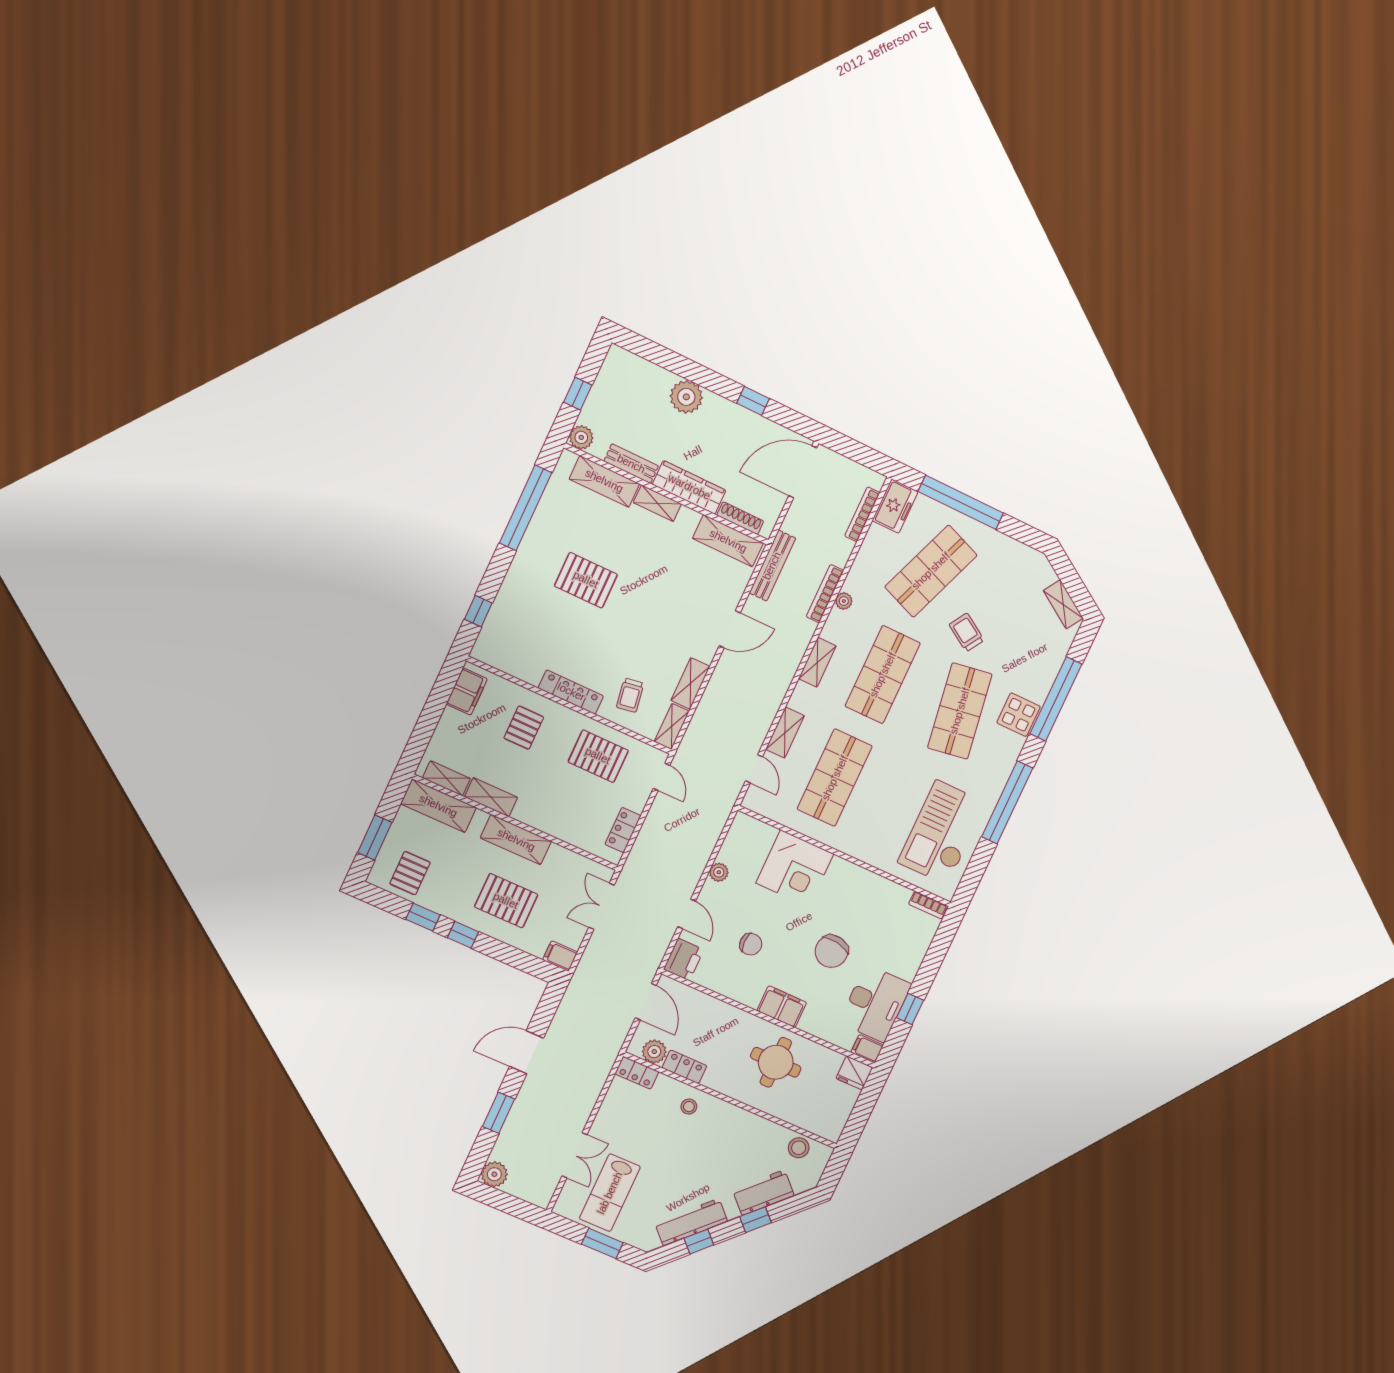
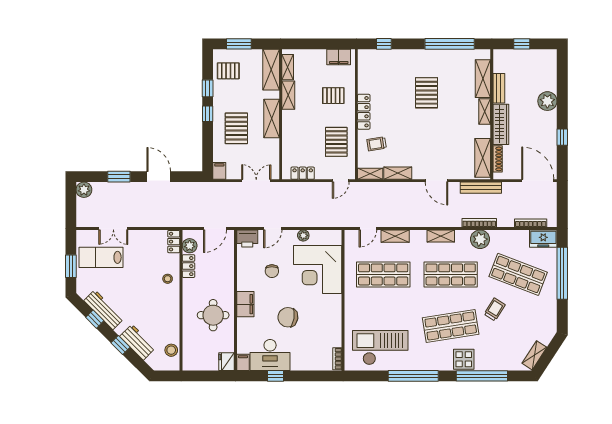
plant: (581, 437) -> (500, 56), removed
plant: (844, 601) -> (480, 239), width x1.87, depth x1.87
corner desk: (795, 868) -> (318, 270), width x1.36, depth x1.36

